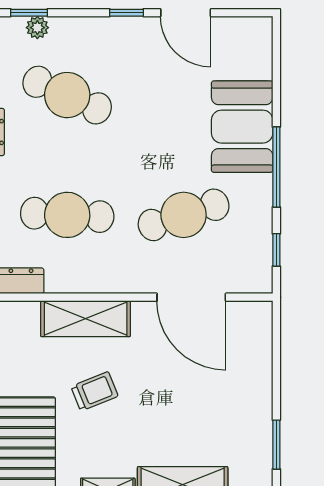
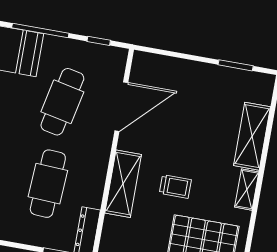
cafe table: (184, 215) -> (62, 102), turned 30
trolley: (95, 391) -> (175, 186), turned 112

